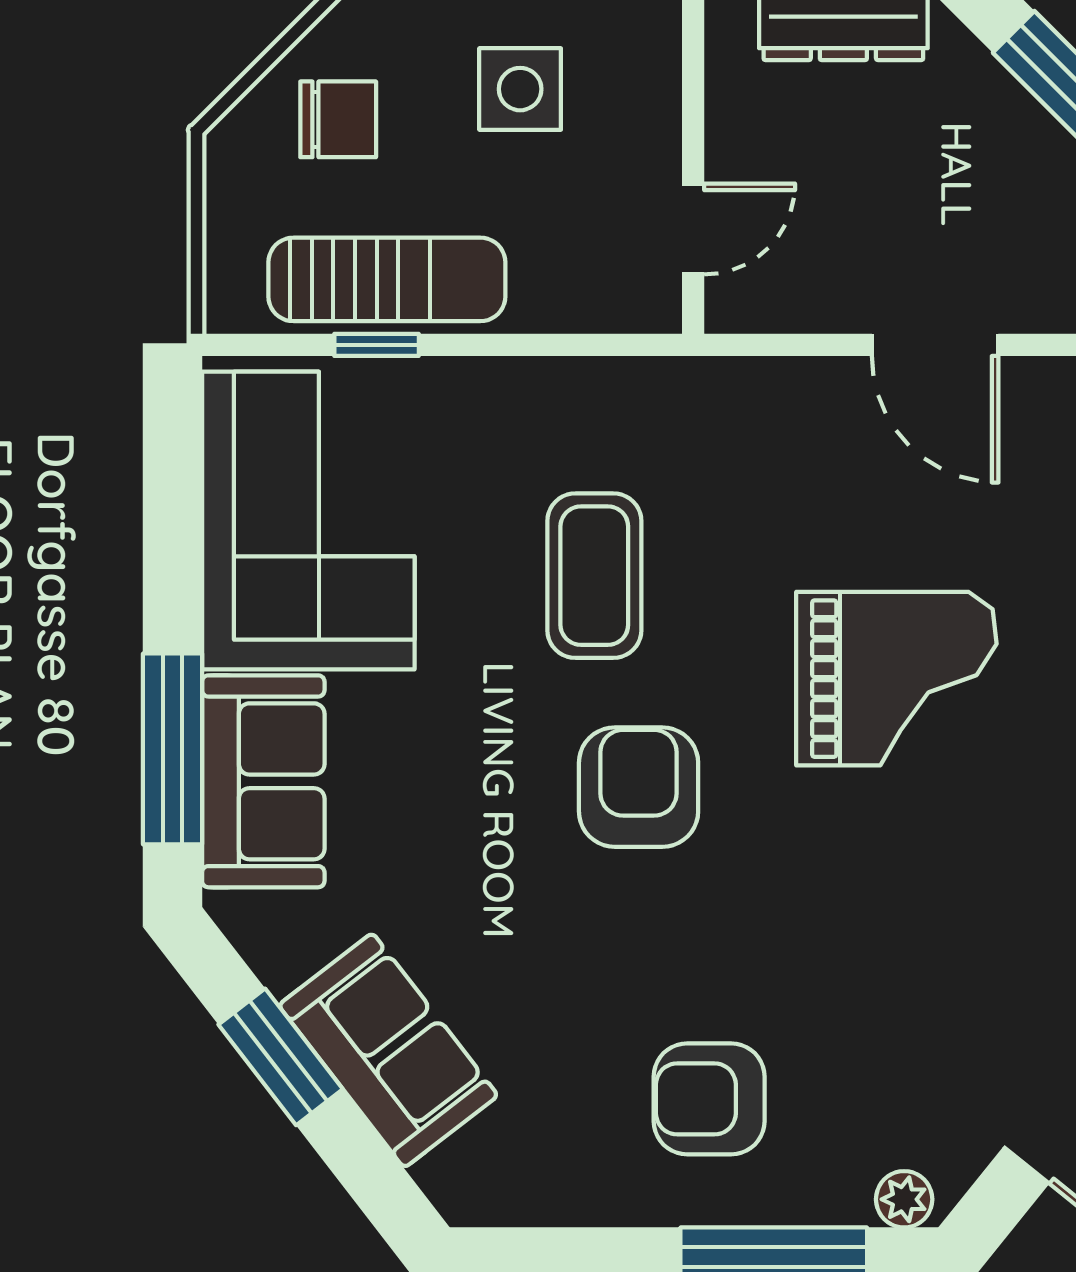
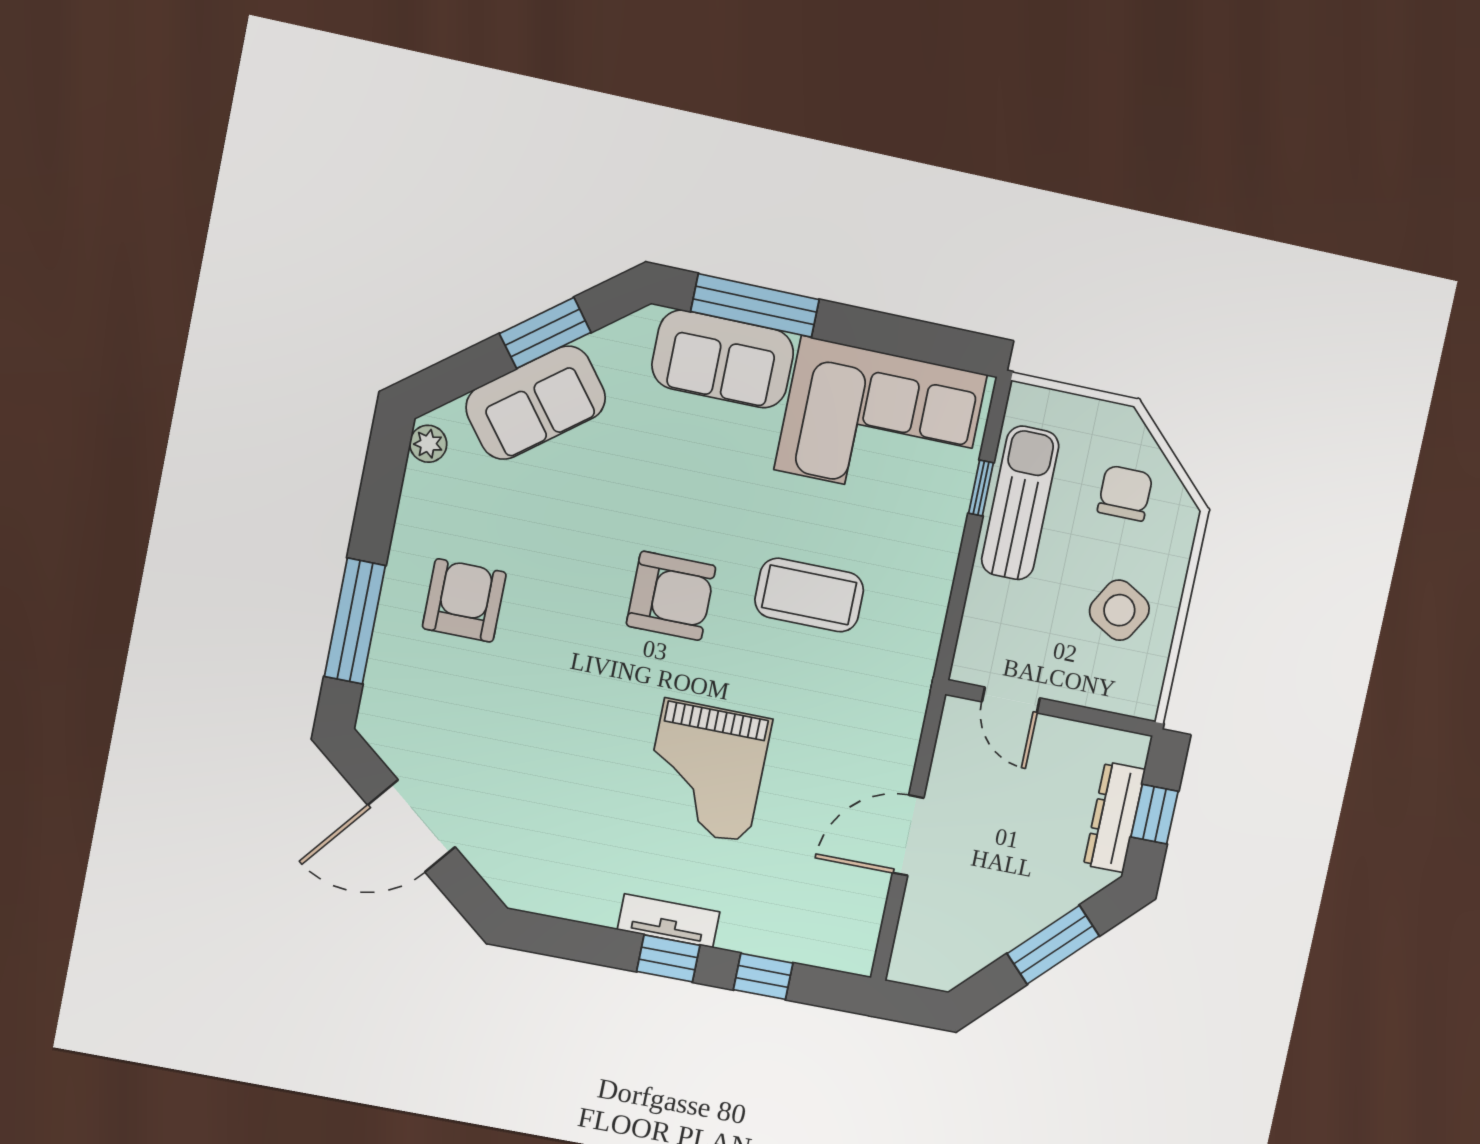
side table: (520, 89) -> (1119, 610), turned 30
chair: (338, 119) -> (1125, 493), turned 180
sun lounger: (387, 279) -> (1020, 503), turned 180
plant: (904, 1199) -> (428, 444), moved

